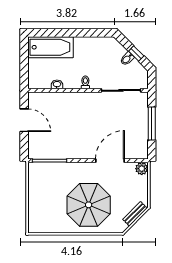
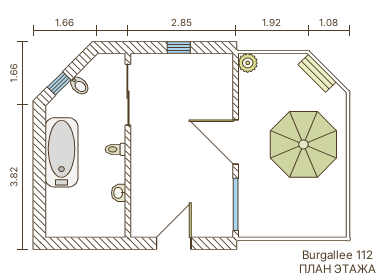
bathtub: (51, 47) -> (62, 152), moved
window: (136, 54) -> (59, 84), moved
window: (152, 124) -> (179, 47), width x0.46
door: (110, 161) -> (236, 142), moved

